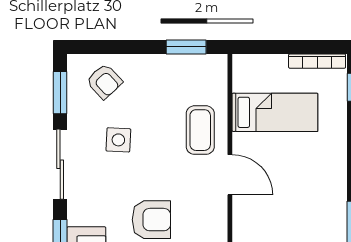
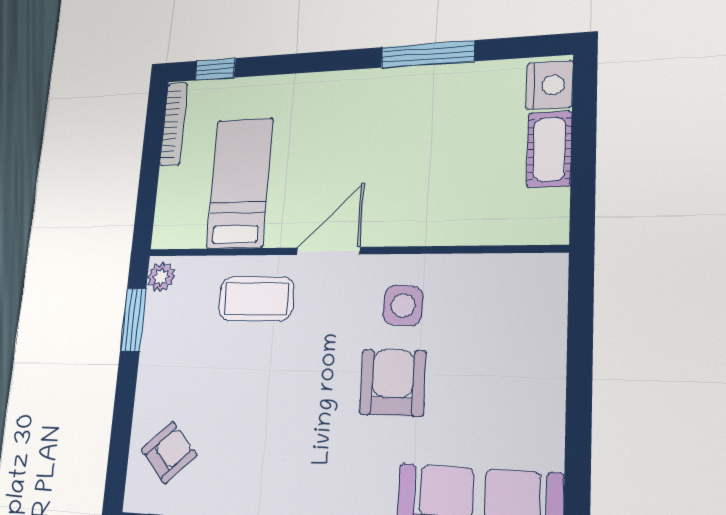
plant: (214, 64) -> (161, 277), added
side table: (118, 140) -> (403, 305), moved

